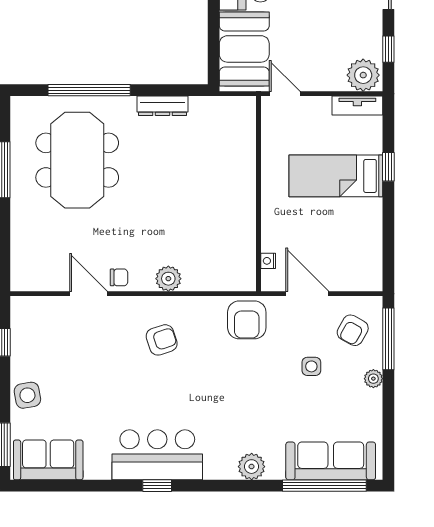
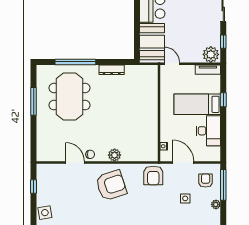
desk: (359, 230) -> (208, 131), added
armchair: (353, 330) -> (206, 181), turned 151
armchair: (162, 340) -> (111, 185), width x1.88, depth x1.88

